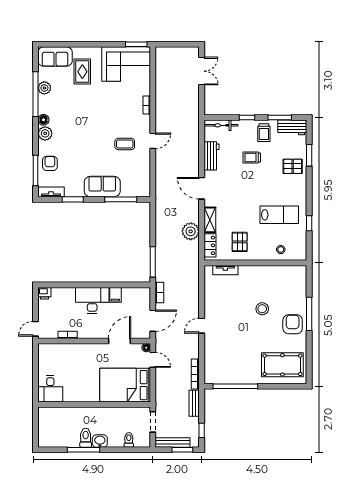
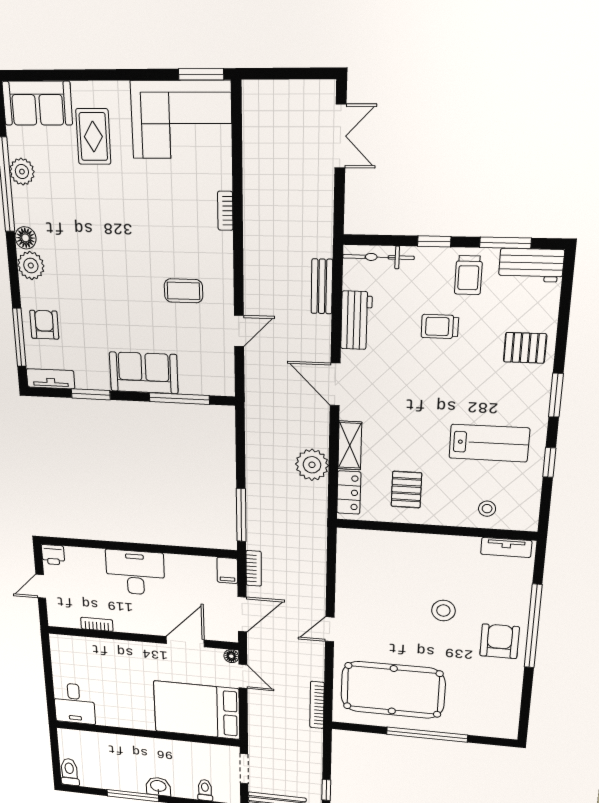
door: (153, 141) -> (239, 331), moved
window: (309, 155) -> (556, 395), moved
tv unit: (225, 270) -> (506, 547), moved
filing cabinet: (115, 295) -> (227, 570), moved
window: (309, 314) -> (533, 626), width x1.46
door: (36, 329) -> (41, 586), moved
pool table: (282, 365) -> (393, 690), moved, width x1.36, depth x1.32
window: (235, 386) -> (427, 735), moved
bench: (194, 403) -> (322, 286), moved
toilet: (86, 438) -> (70, 772), moved

